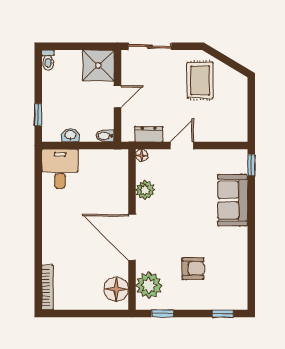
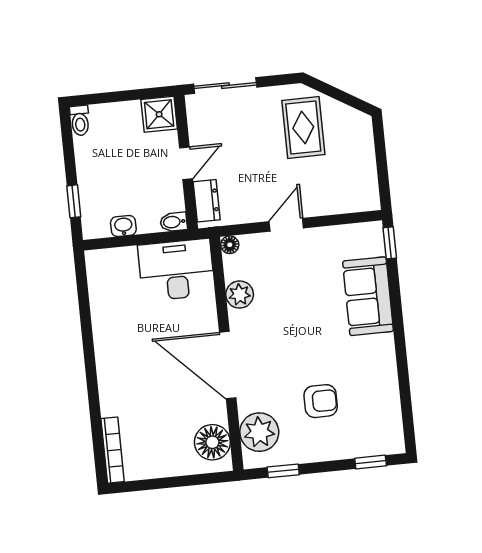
shower: (98, 65) -> (159, 114), width x0.73, depth x0.73
dresser: (149, 134) -> (207, 201), moved, turned 90
desk: (60, 169) -> (176, 270), moved, width x1.37

